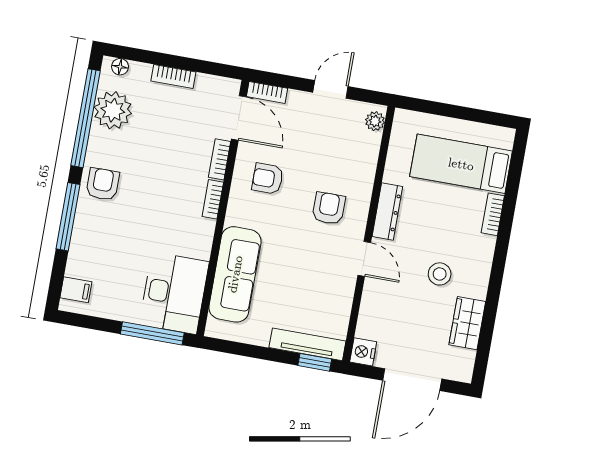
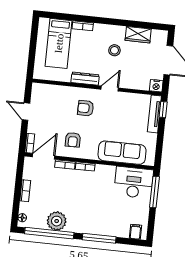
plant: (113, 110) -> (57, 221), moved
plant: (375, 121) -> (40, 88), removed
armchair: (103, 184) -> (82, 222), removed

